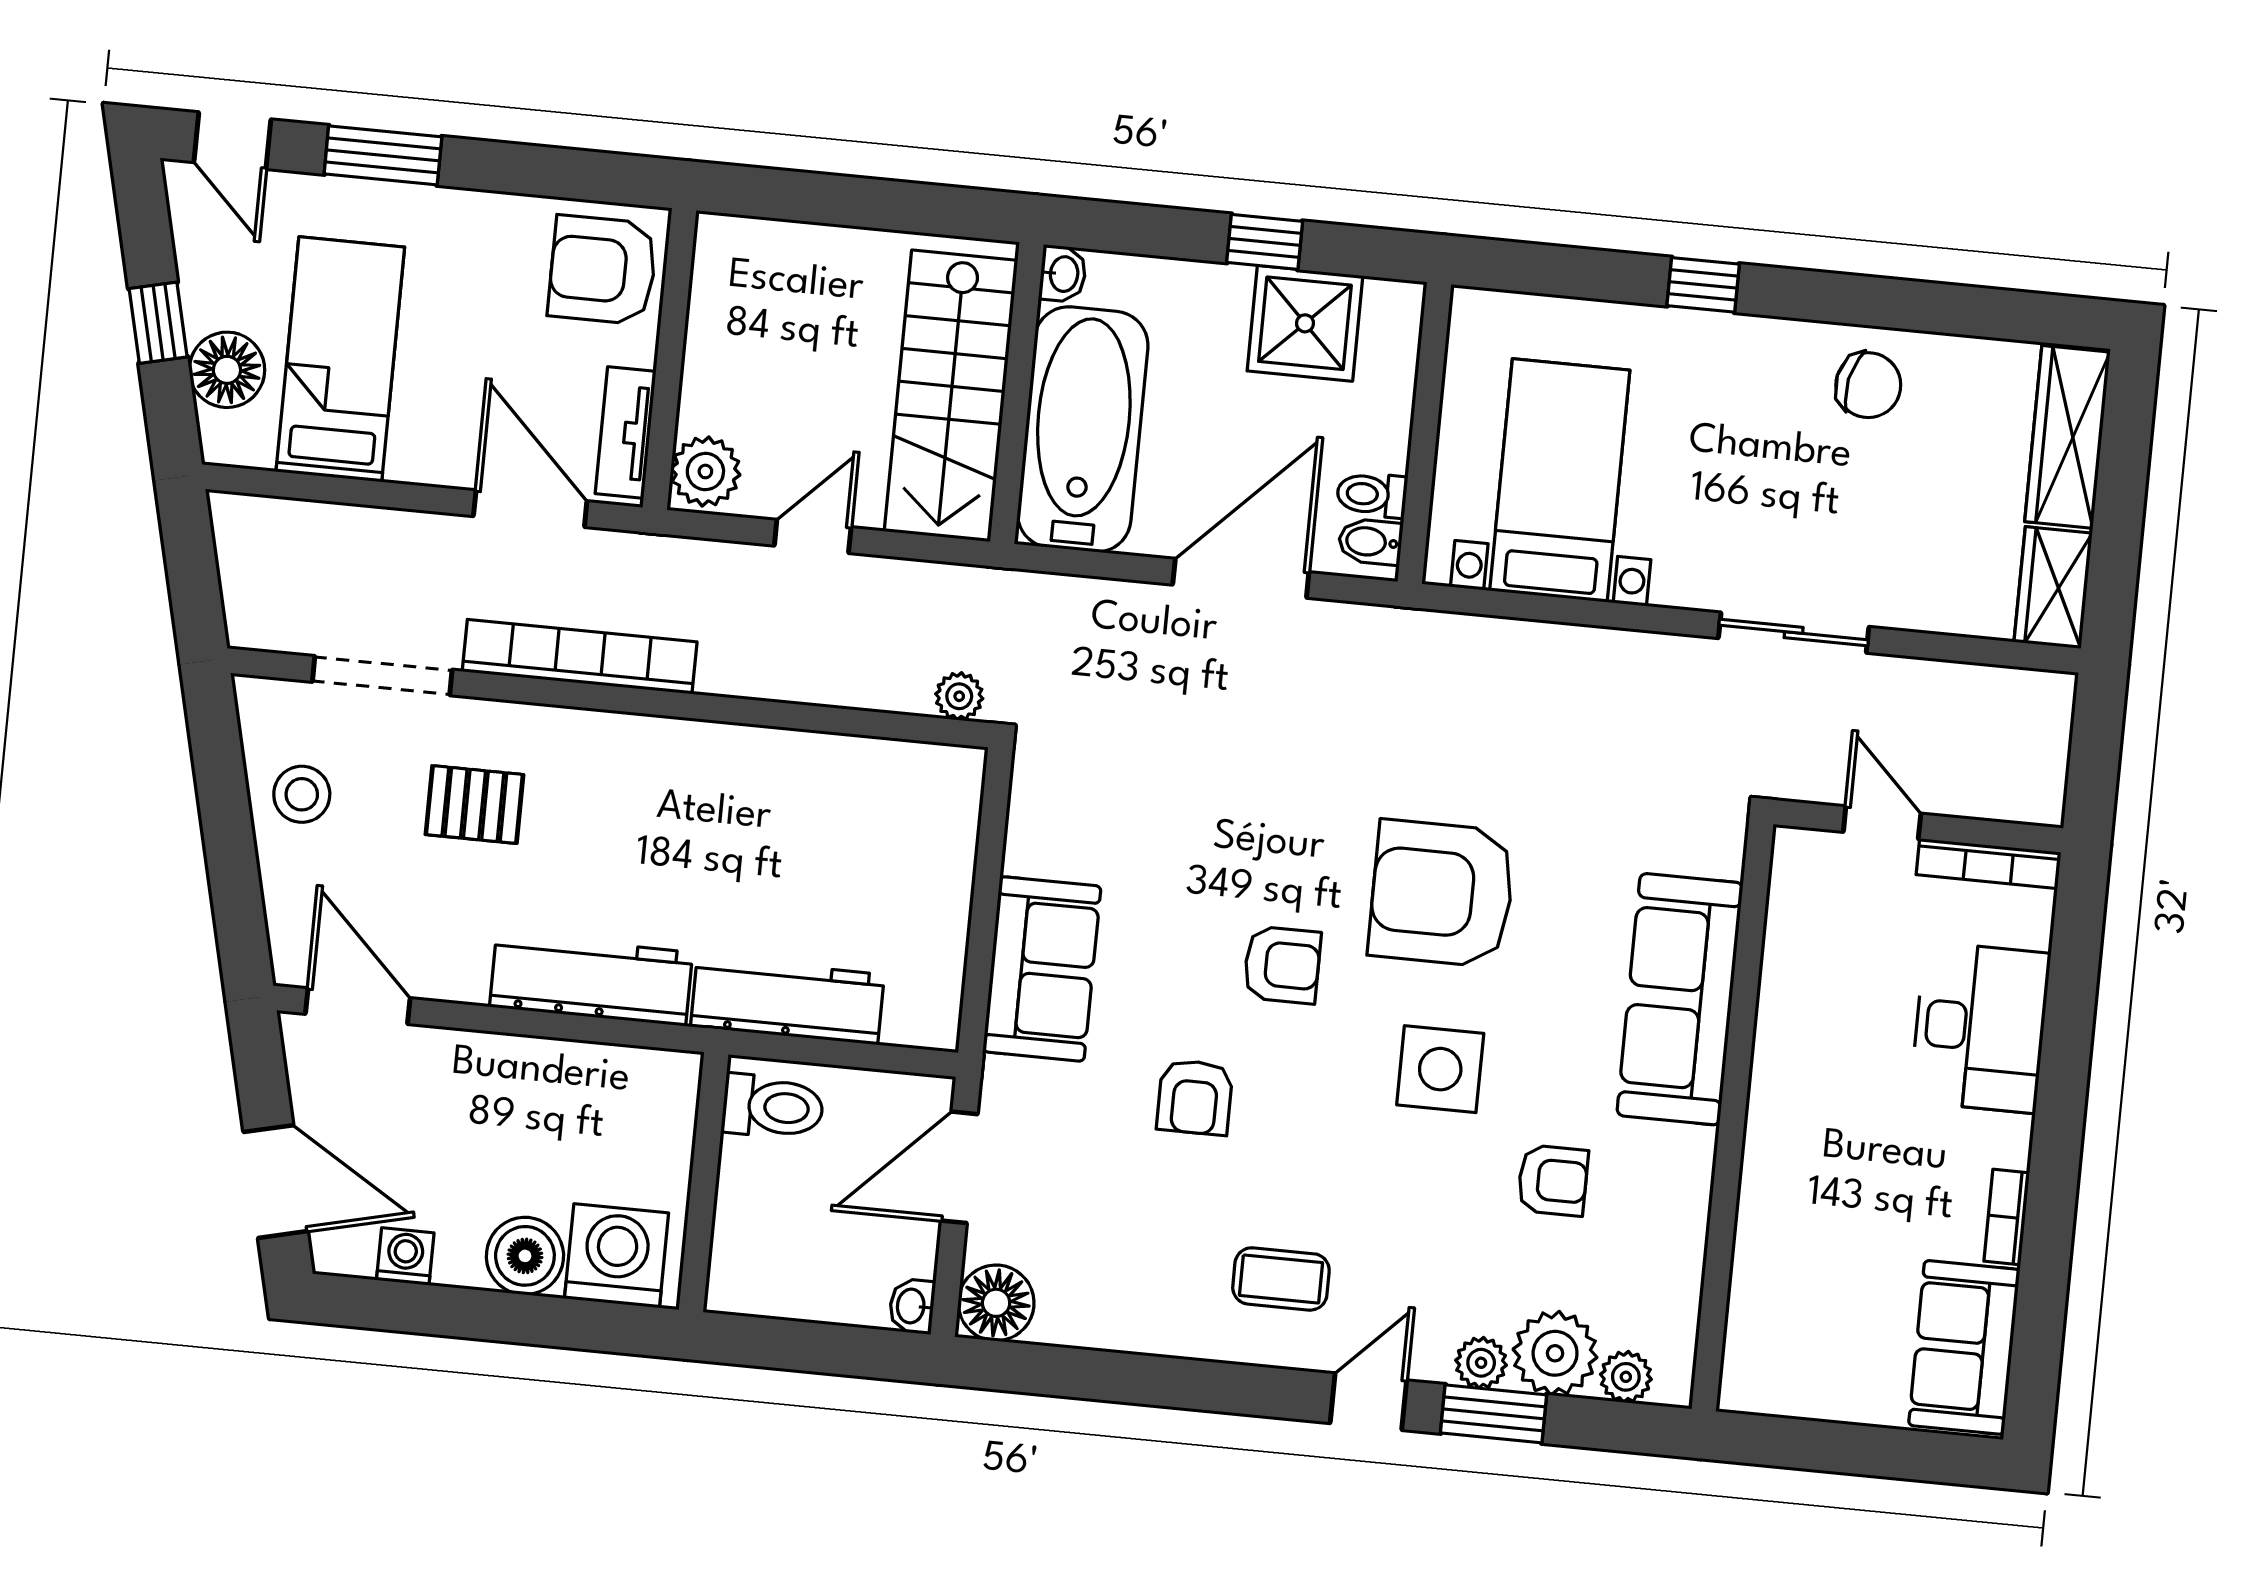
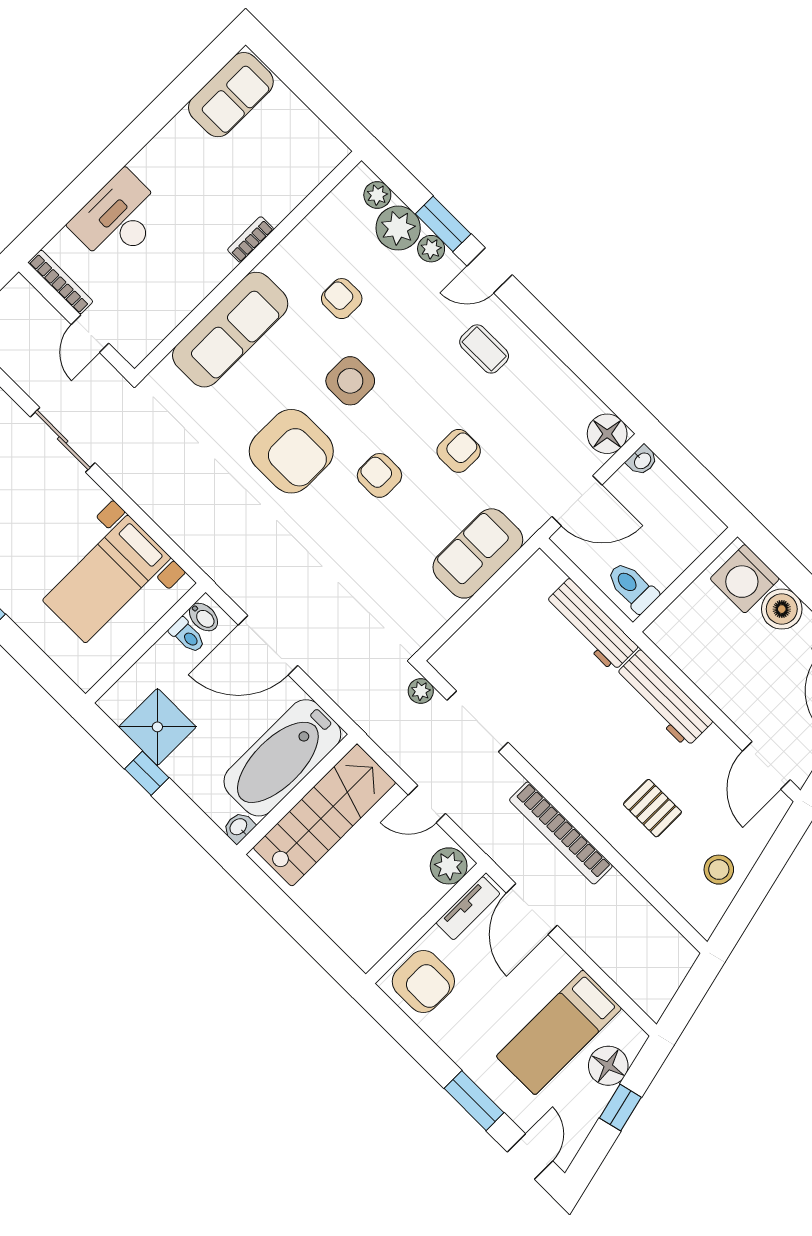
doorway: (382, 676) -> (478, 721), moved
bookcase: (2007, 1217) -> (251, 239), moved, turned 180

